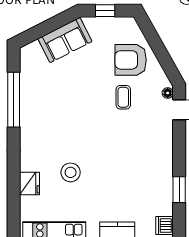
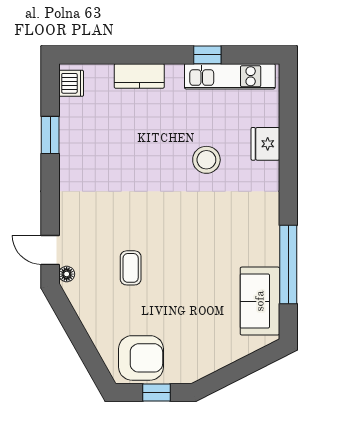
sofa: (65, 40) -> (260, 301), moved, turned -63
armchair: (131, 60) -> (141, 358), moved

